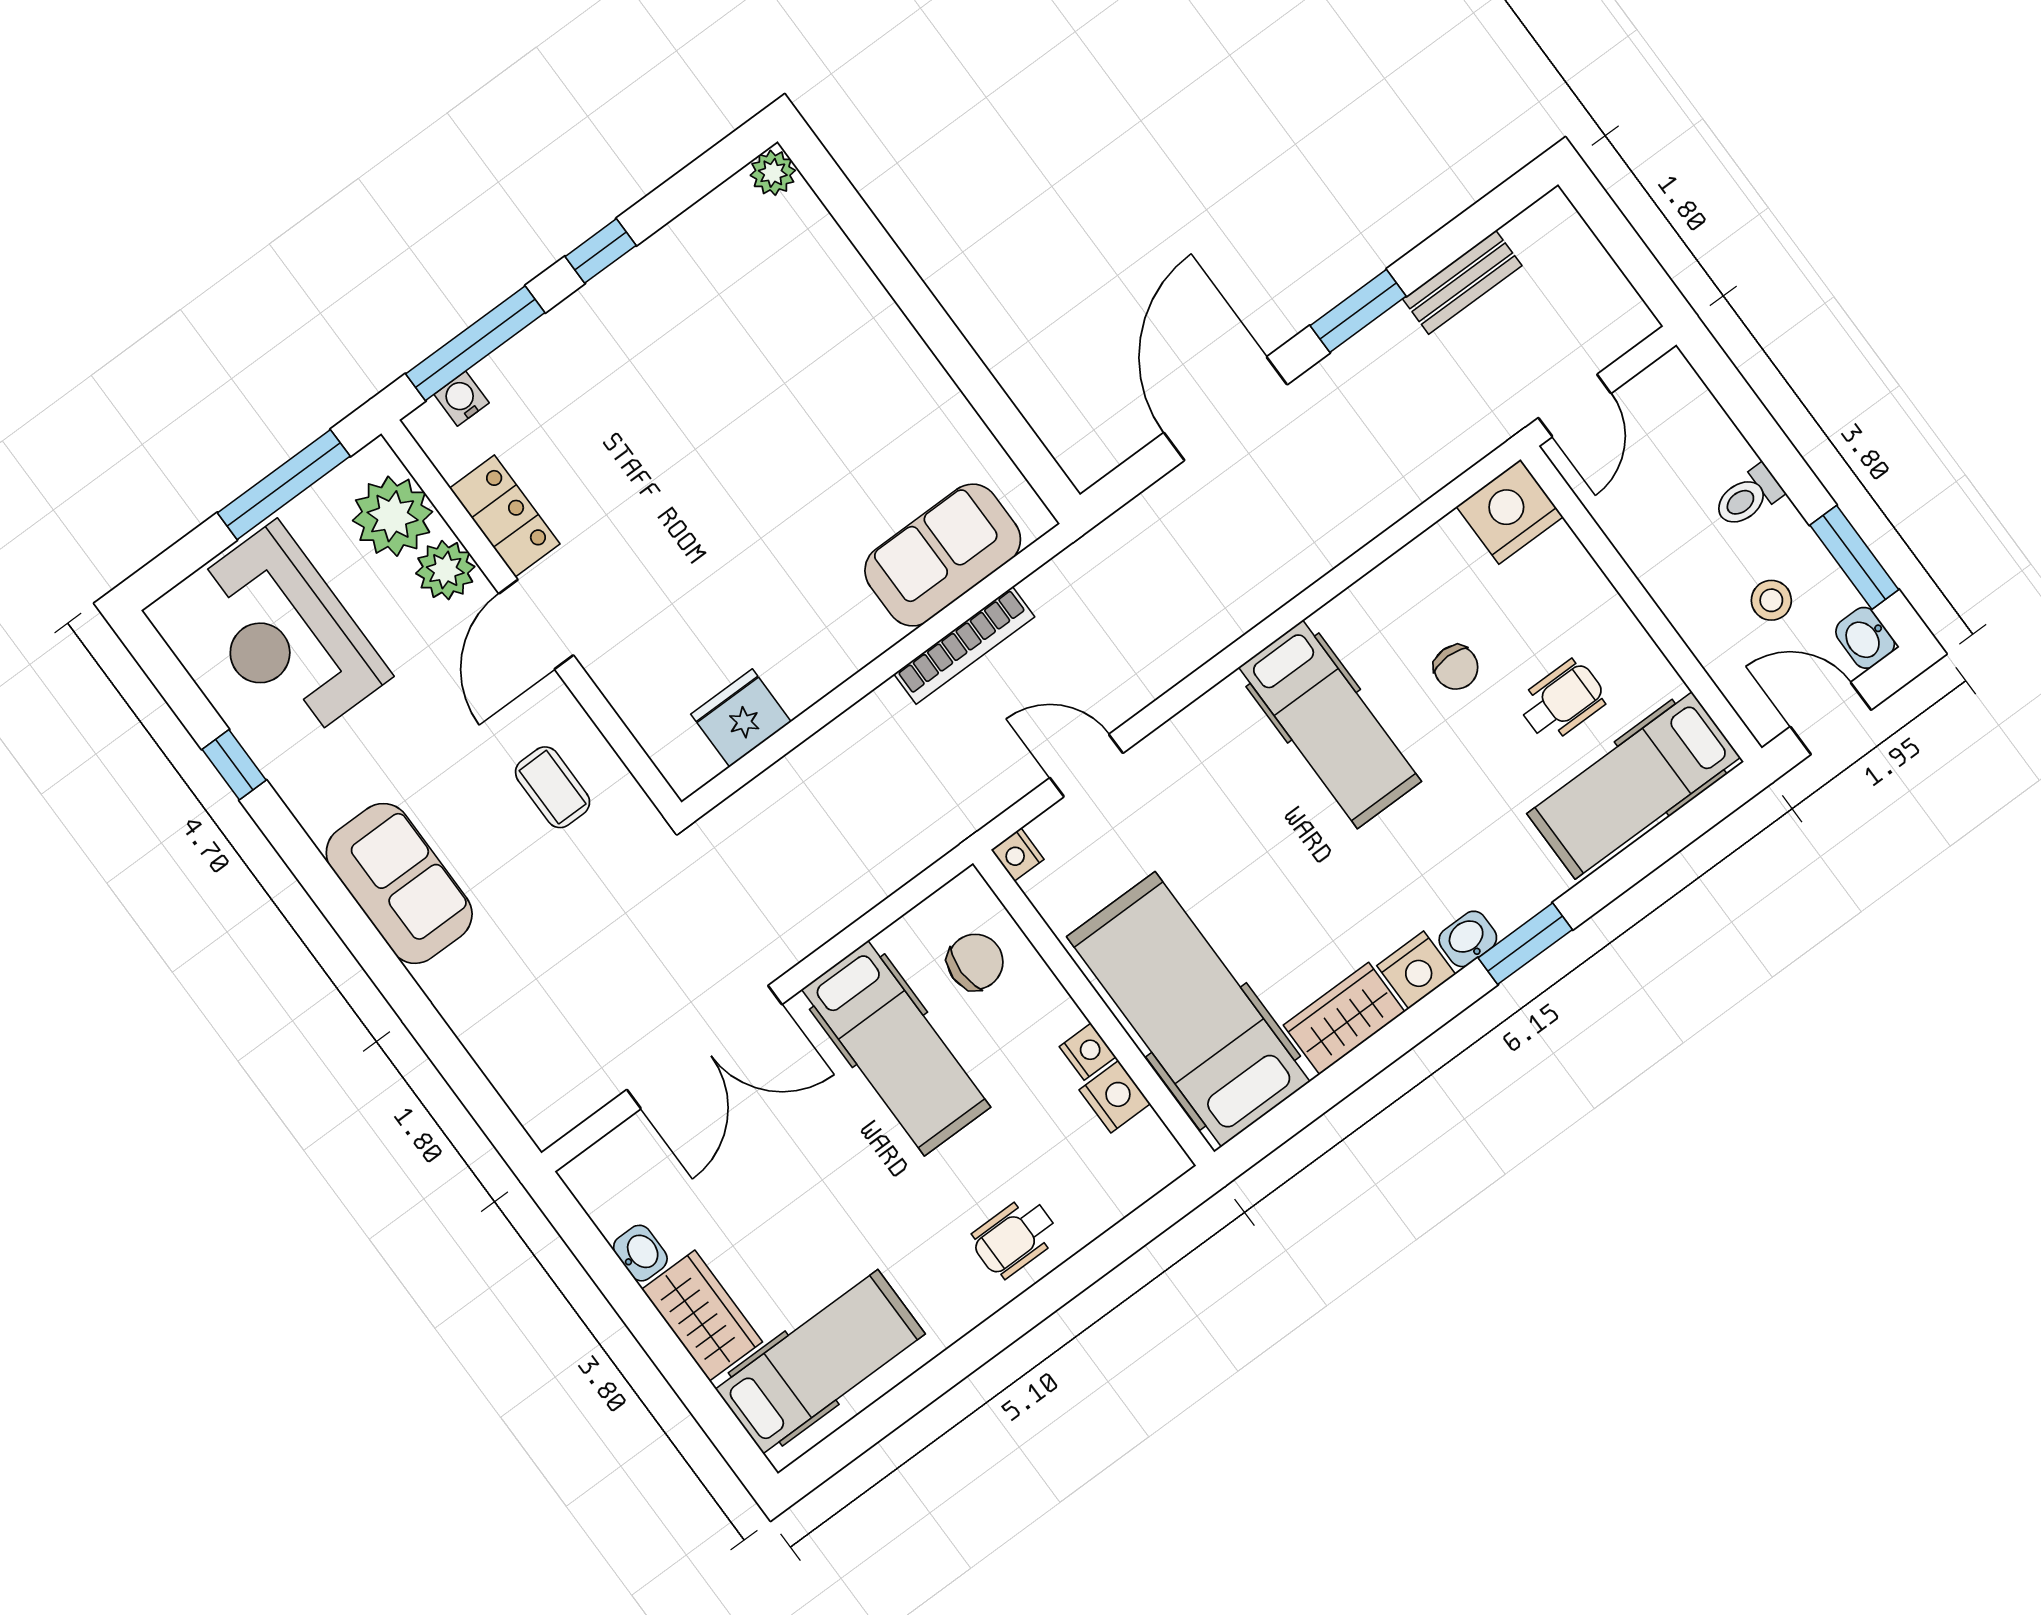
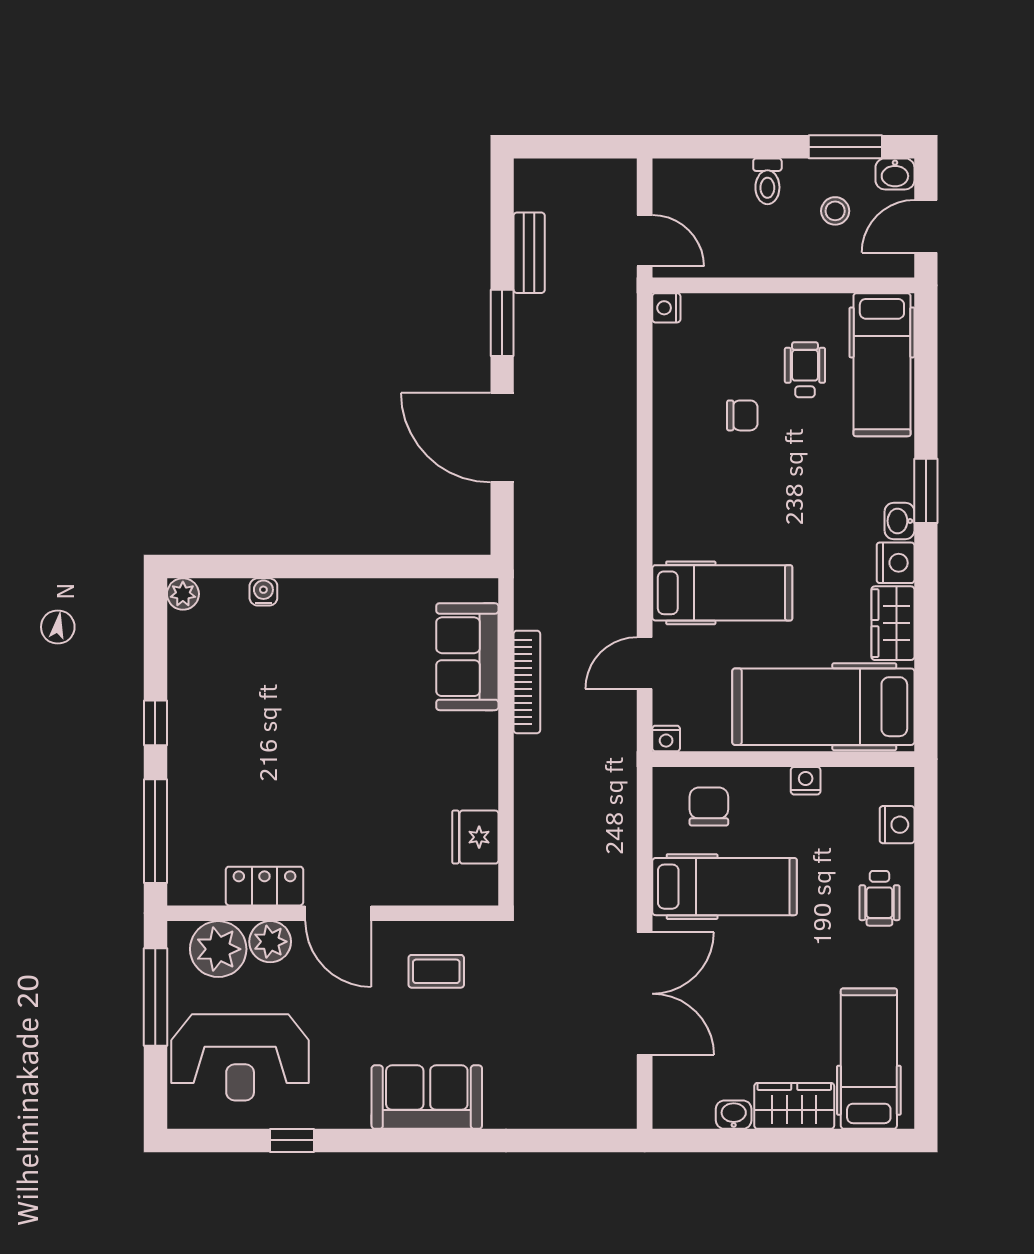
water cooler: (462, 399) -> (263, 592), moved, turned 90
nightstand: (1510, 512) -> (666, 308), width x0.53, depth x0.56
hospital bed: (1330, 724) -> (722, 593), moved
nightstand: (1115, 1097) -> (897, 825), moved, turned 90

